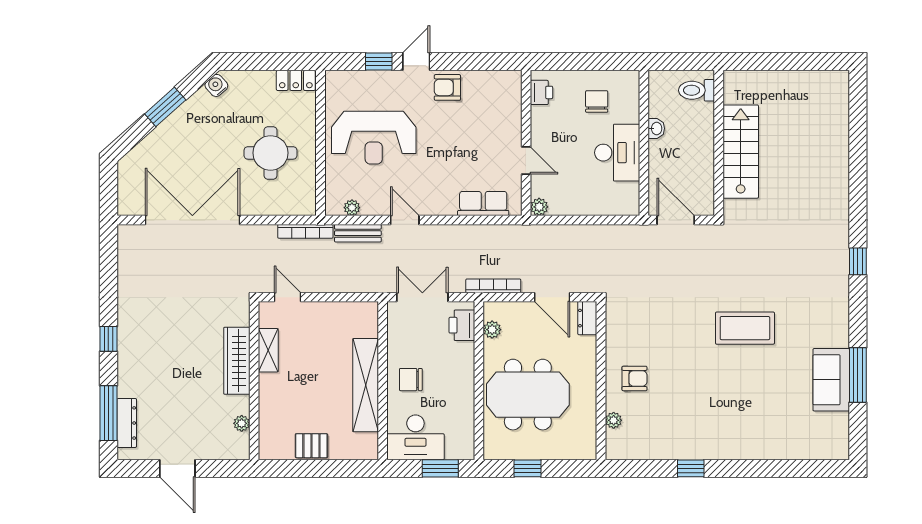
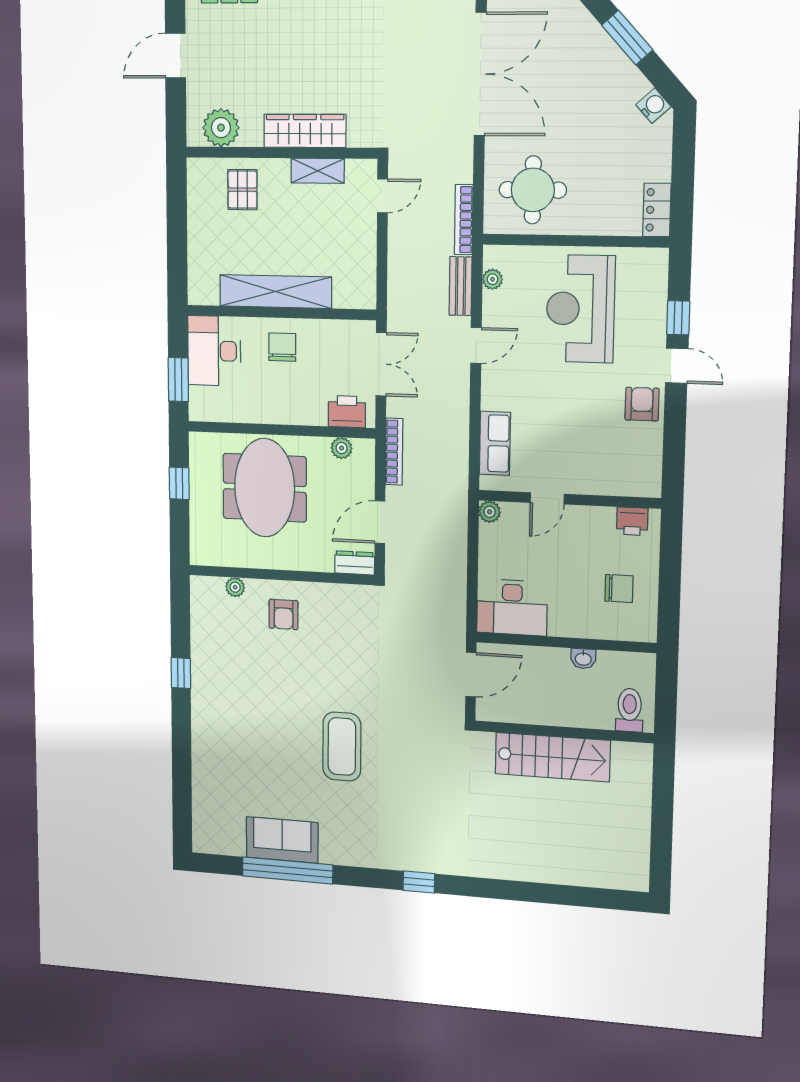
round table: (270, 153) -> (533, 190), moved
desk: (617, 153) -> (512, 607), moved
window: (858, 375) -> (287, 870), width x1.46
plant: (242, 423) -> (221, 128), width x1.87, depth x1.87
pallet: (311, 446) -> (242, 190), moved

